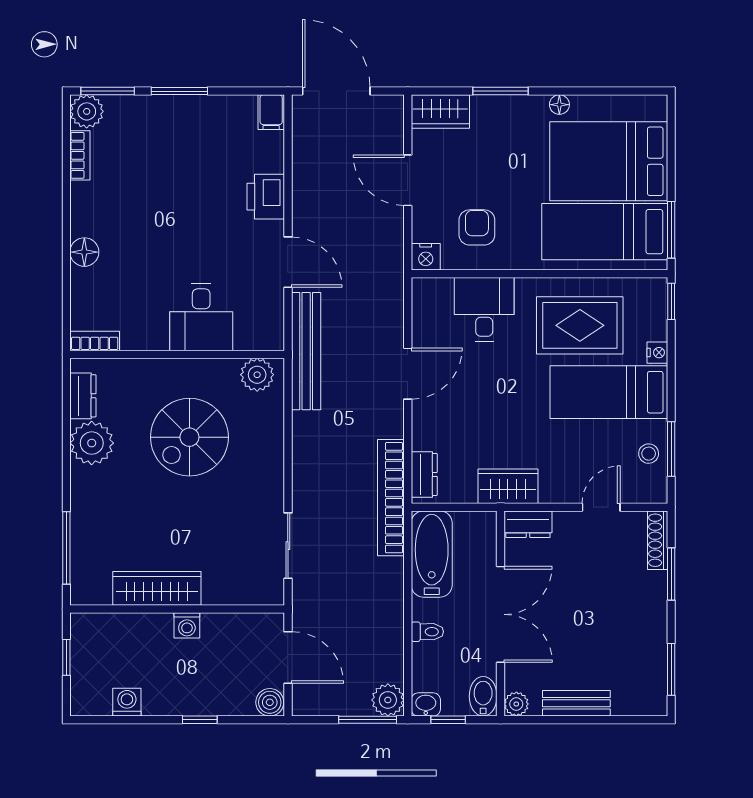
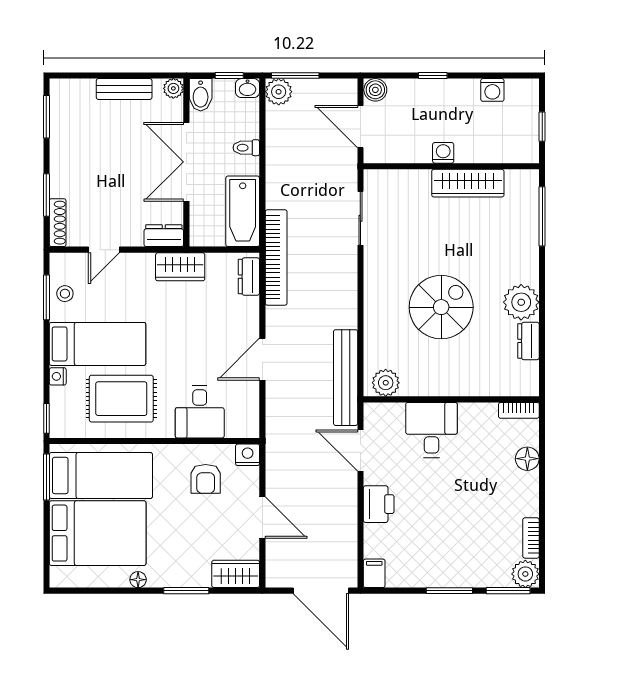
desk: (201, 317) -> (432, 430), moved
bookcase: (95, 341) -> (519, 410), moved
wall: (177, 355) -> (451, 399), moved
plant: (257, 375) -> (386, 383), moved

